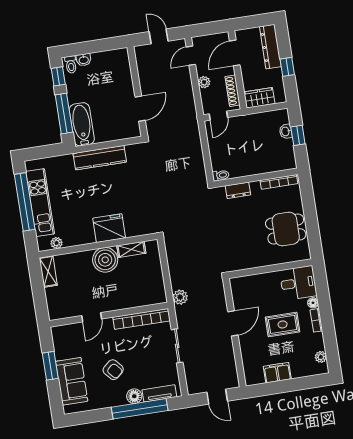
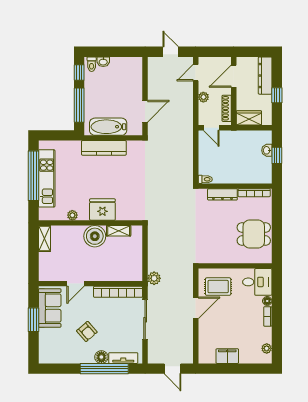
door: (218, 116) -> (211, 128), hinge flipped
bathtub: (82, 124) -> (108, 127), moved, turned -90
dresser: (238, 190) -> (222, 194), width x1.44
plant: (57, 243) -> (72, 215), moved
rug: (283, 324) -> (218, 287), moved
sliding door: (177, 346) -> (145, 320), width x1.37
sofa: (72, 381) -> (50, 308), moved

